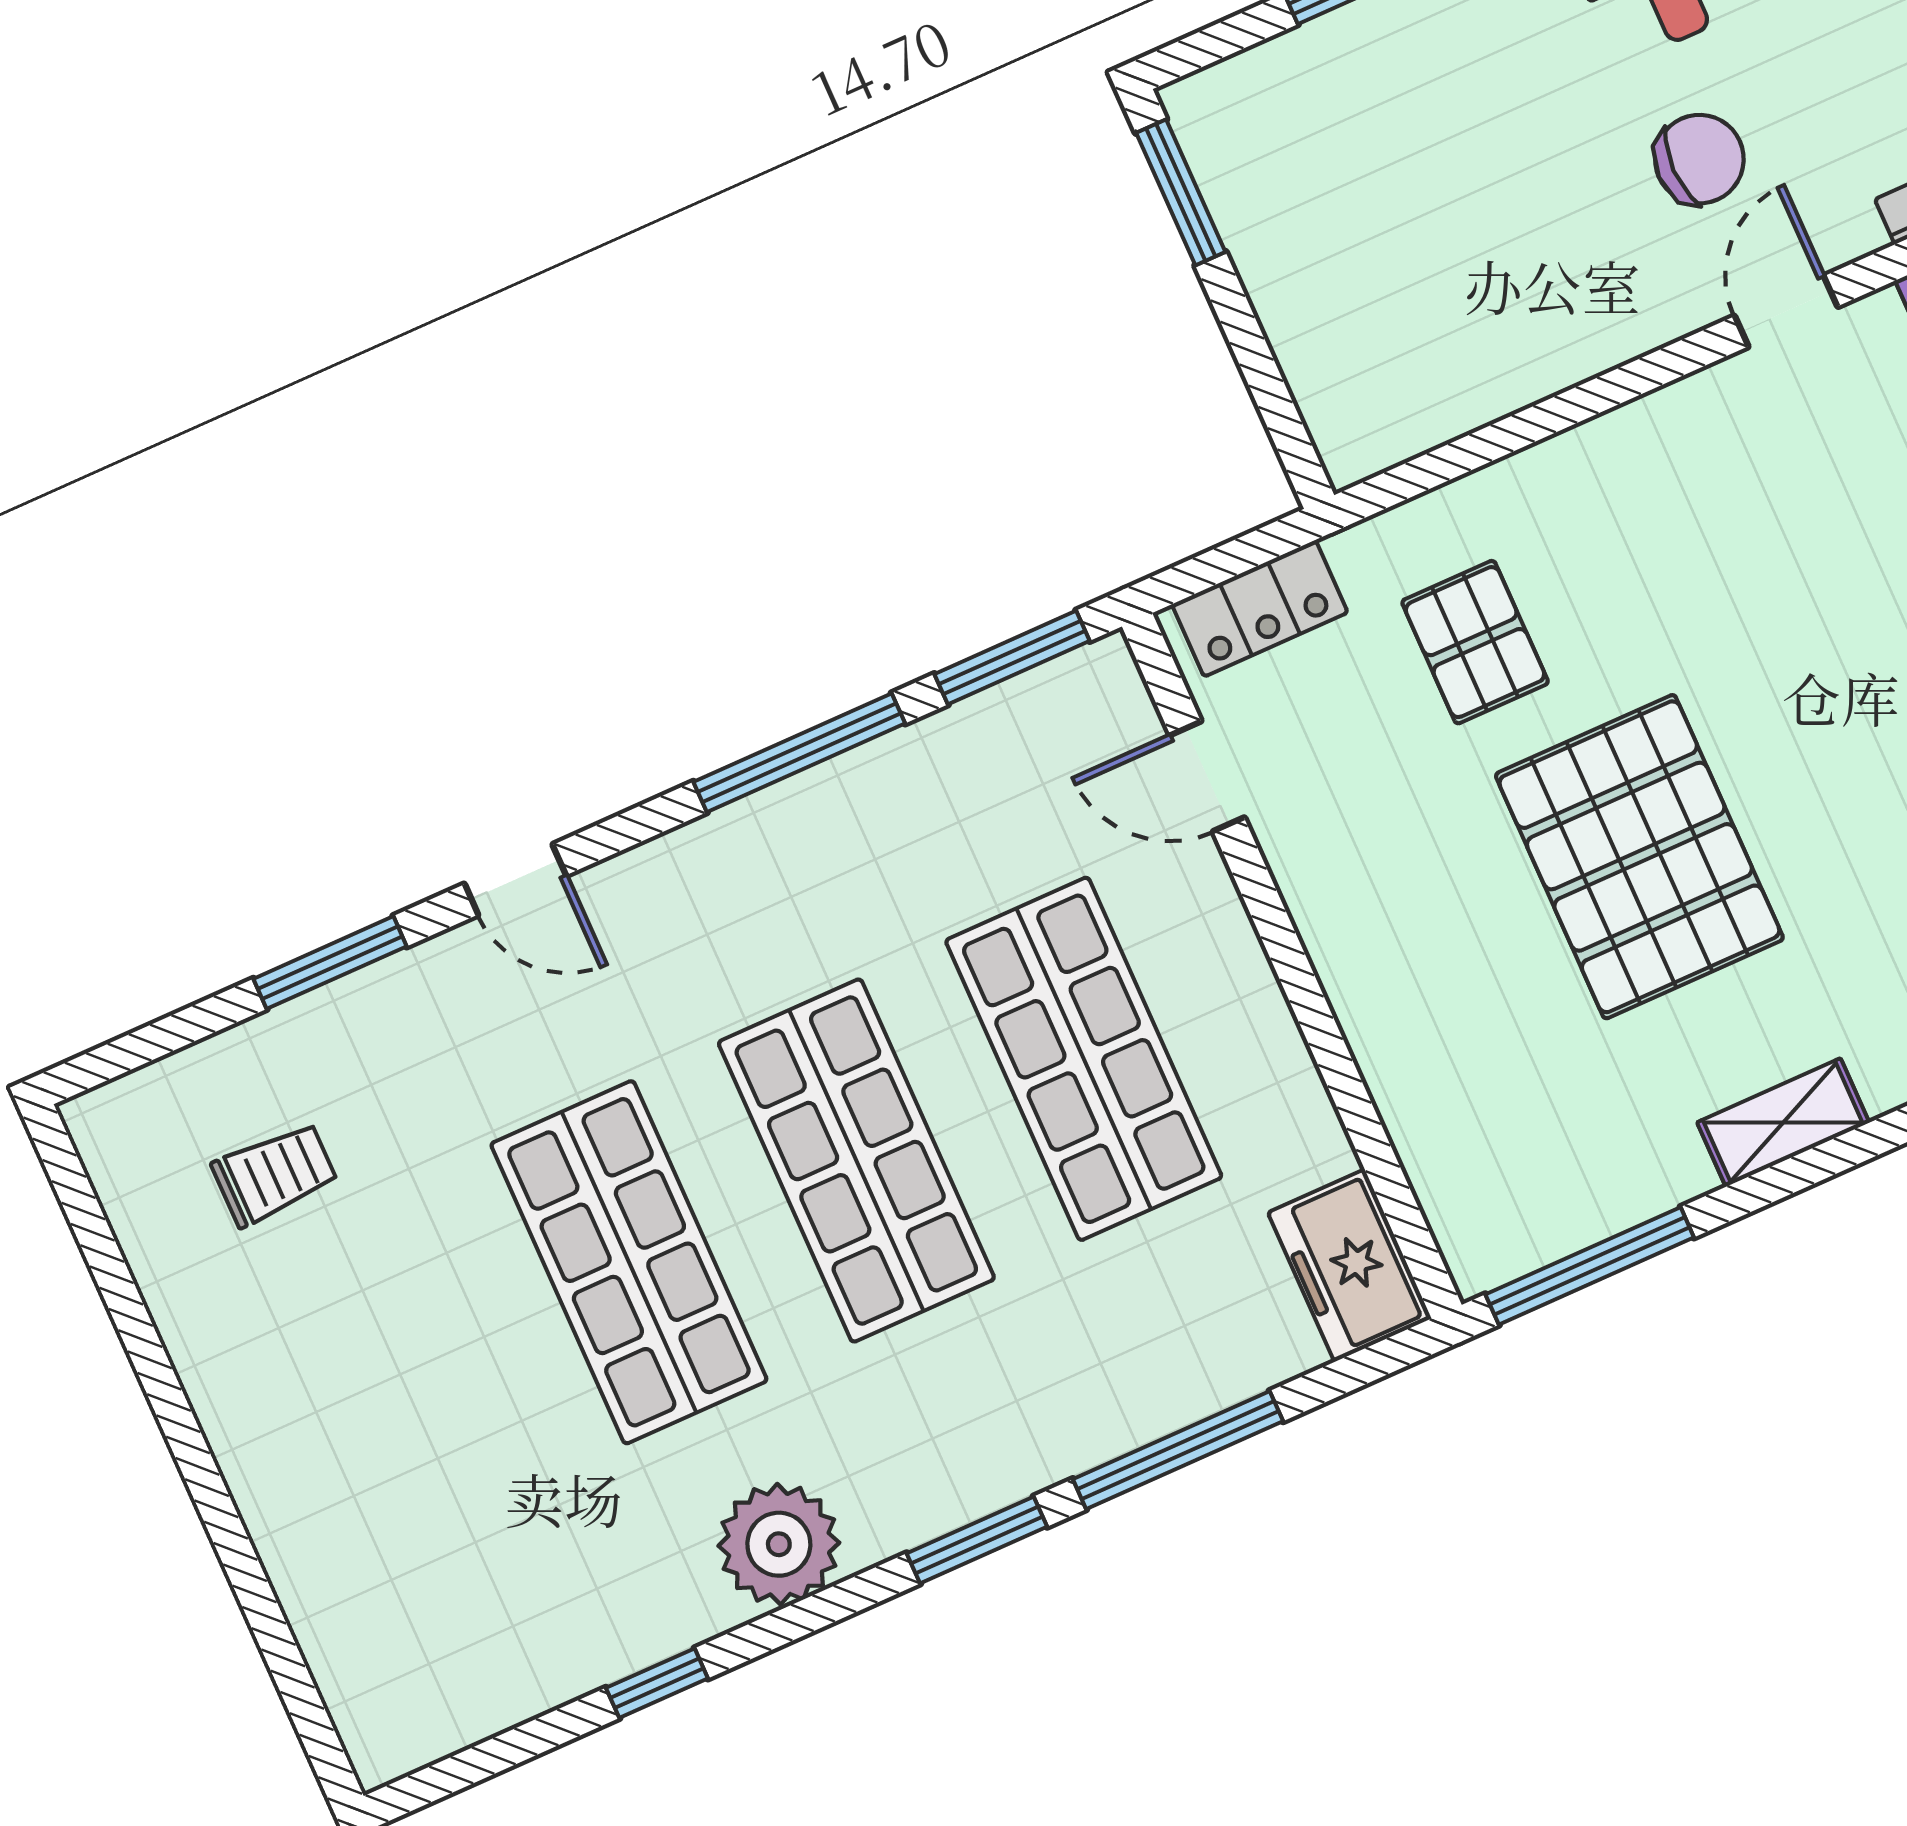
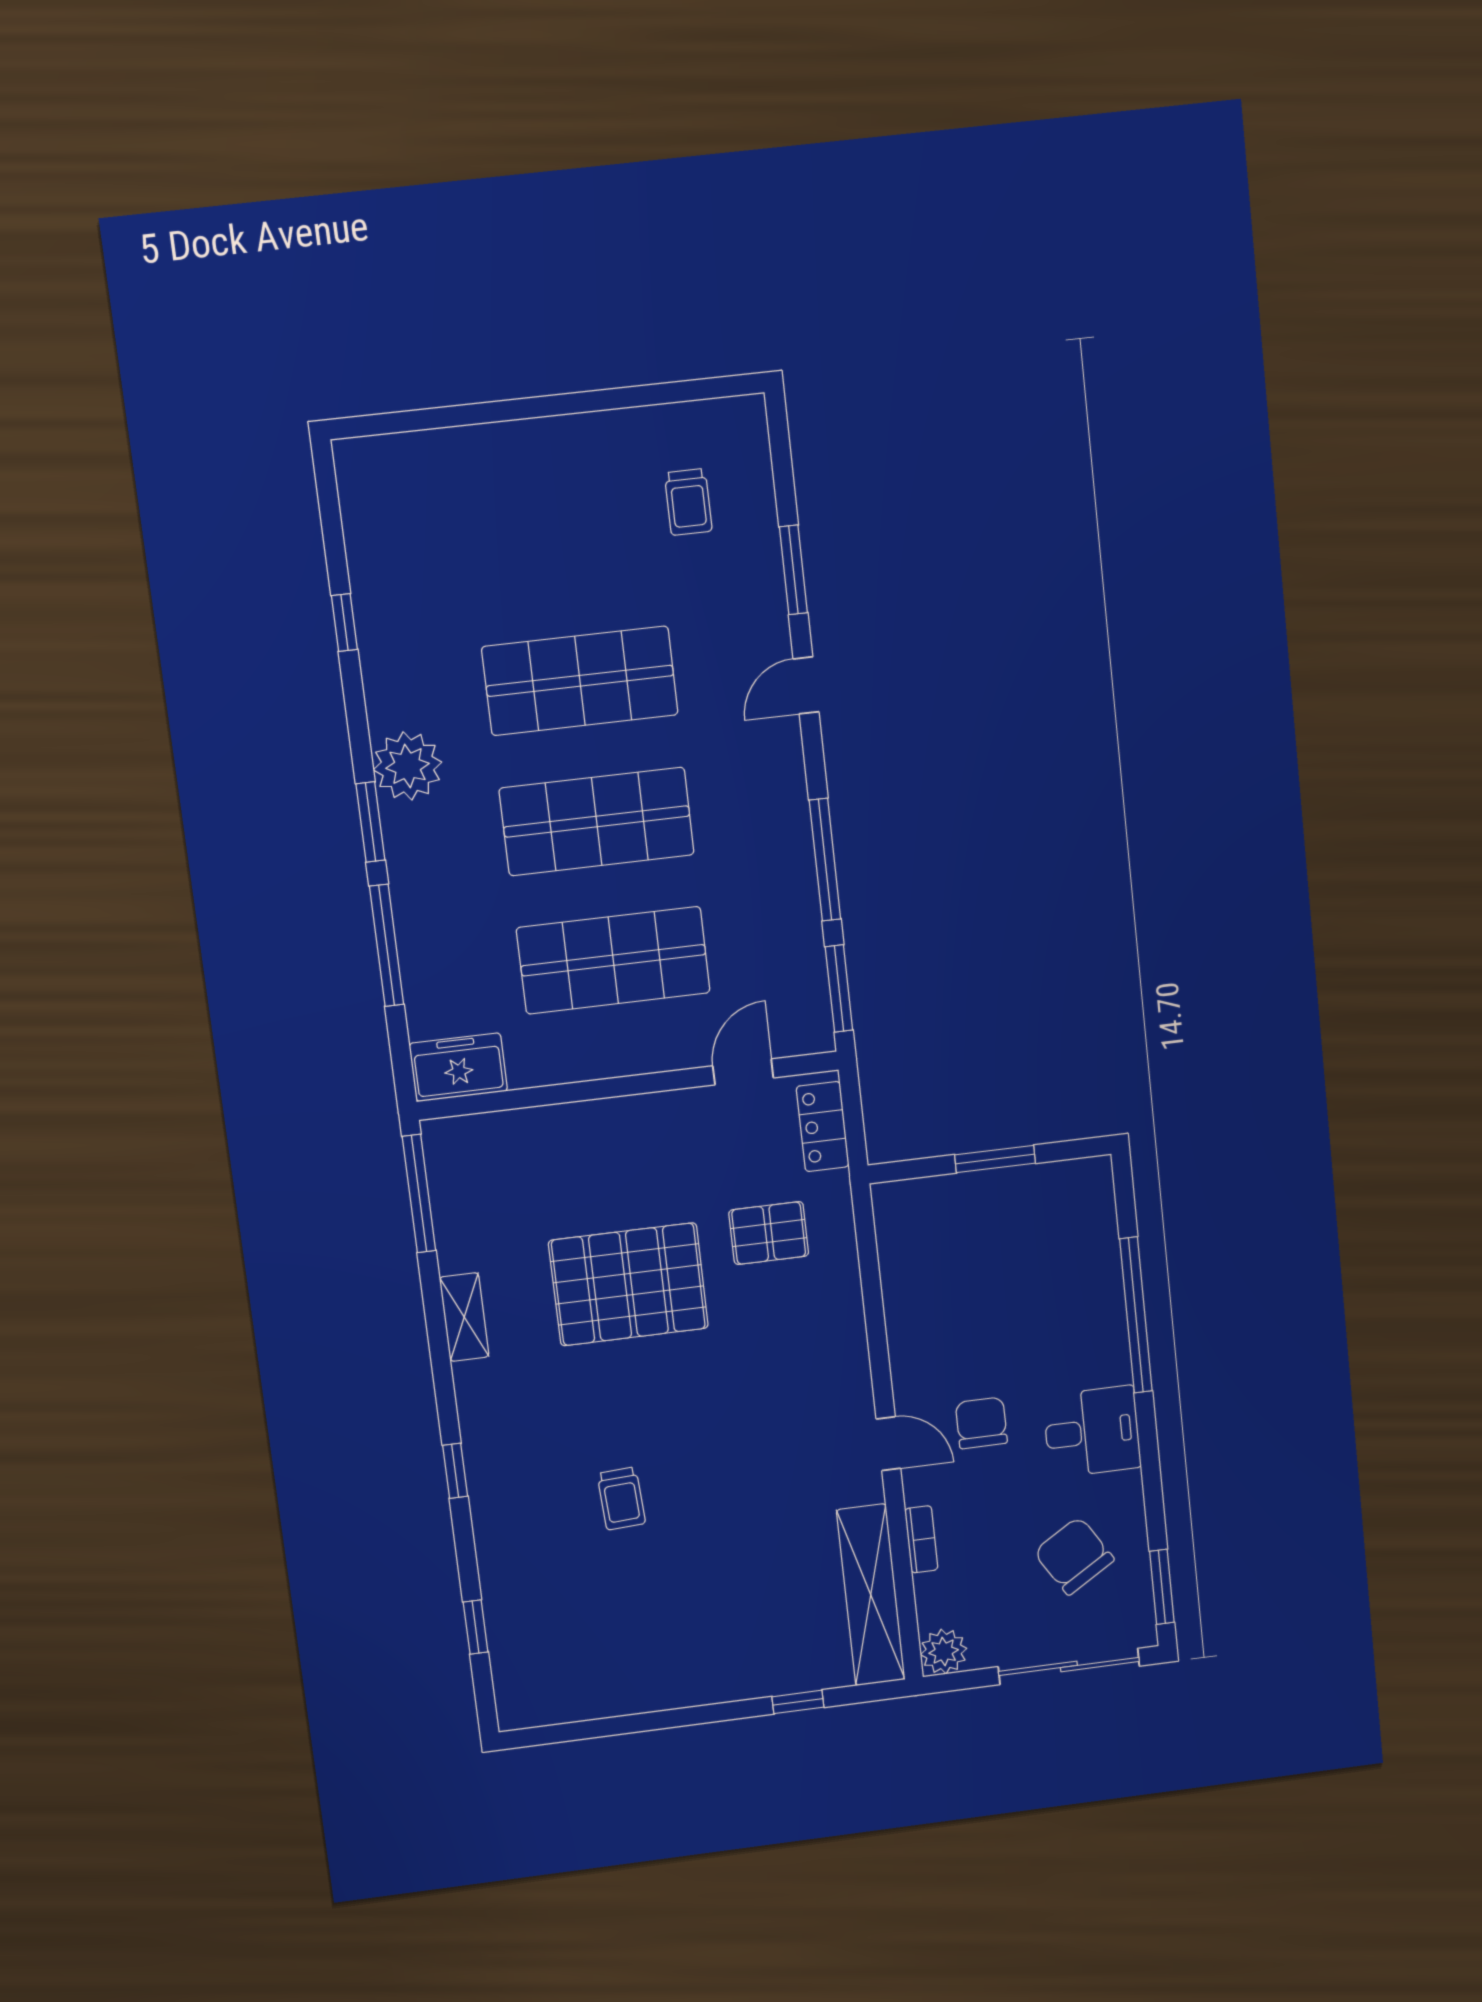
chair: (1699, 159) -> (981, 1423), turned 180
window: (1181, 192) -> (995, 1159), moved
plant: (779, 1544) -> (408, 766), moved

